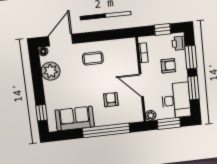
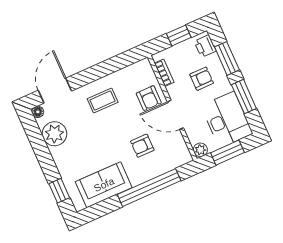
armchair: (126, 67) -> (149, 98), added
armchair: (111, 100) -> (142, 146), turned -90

